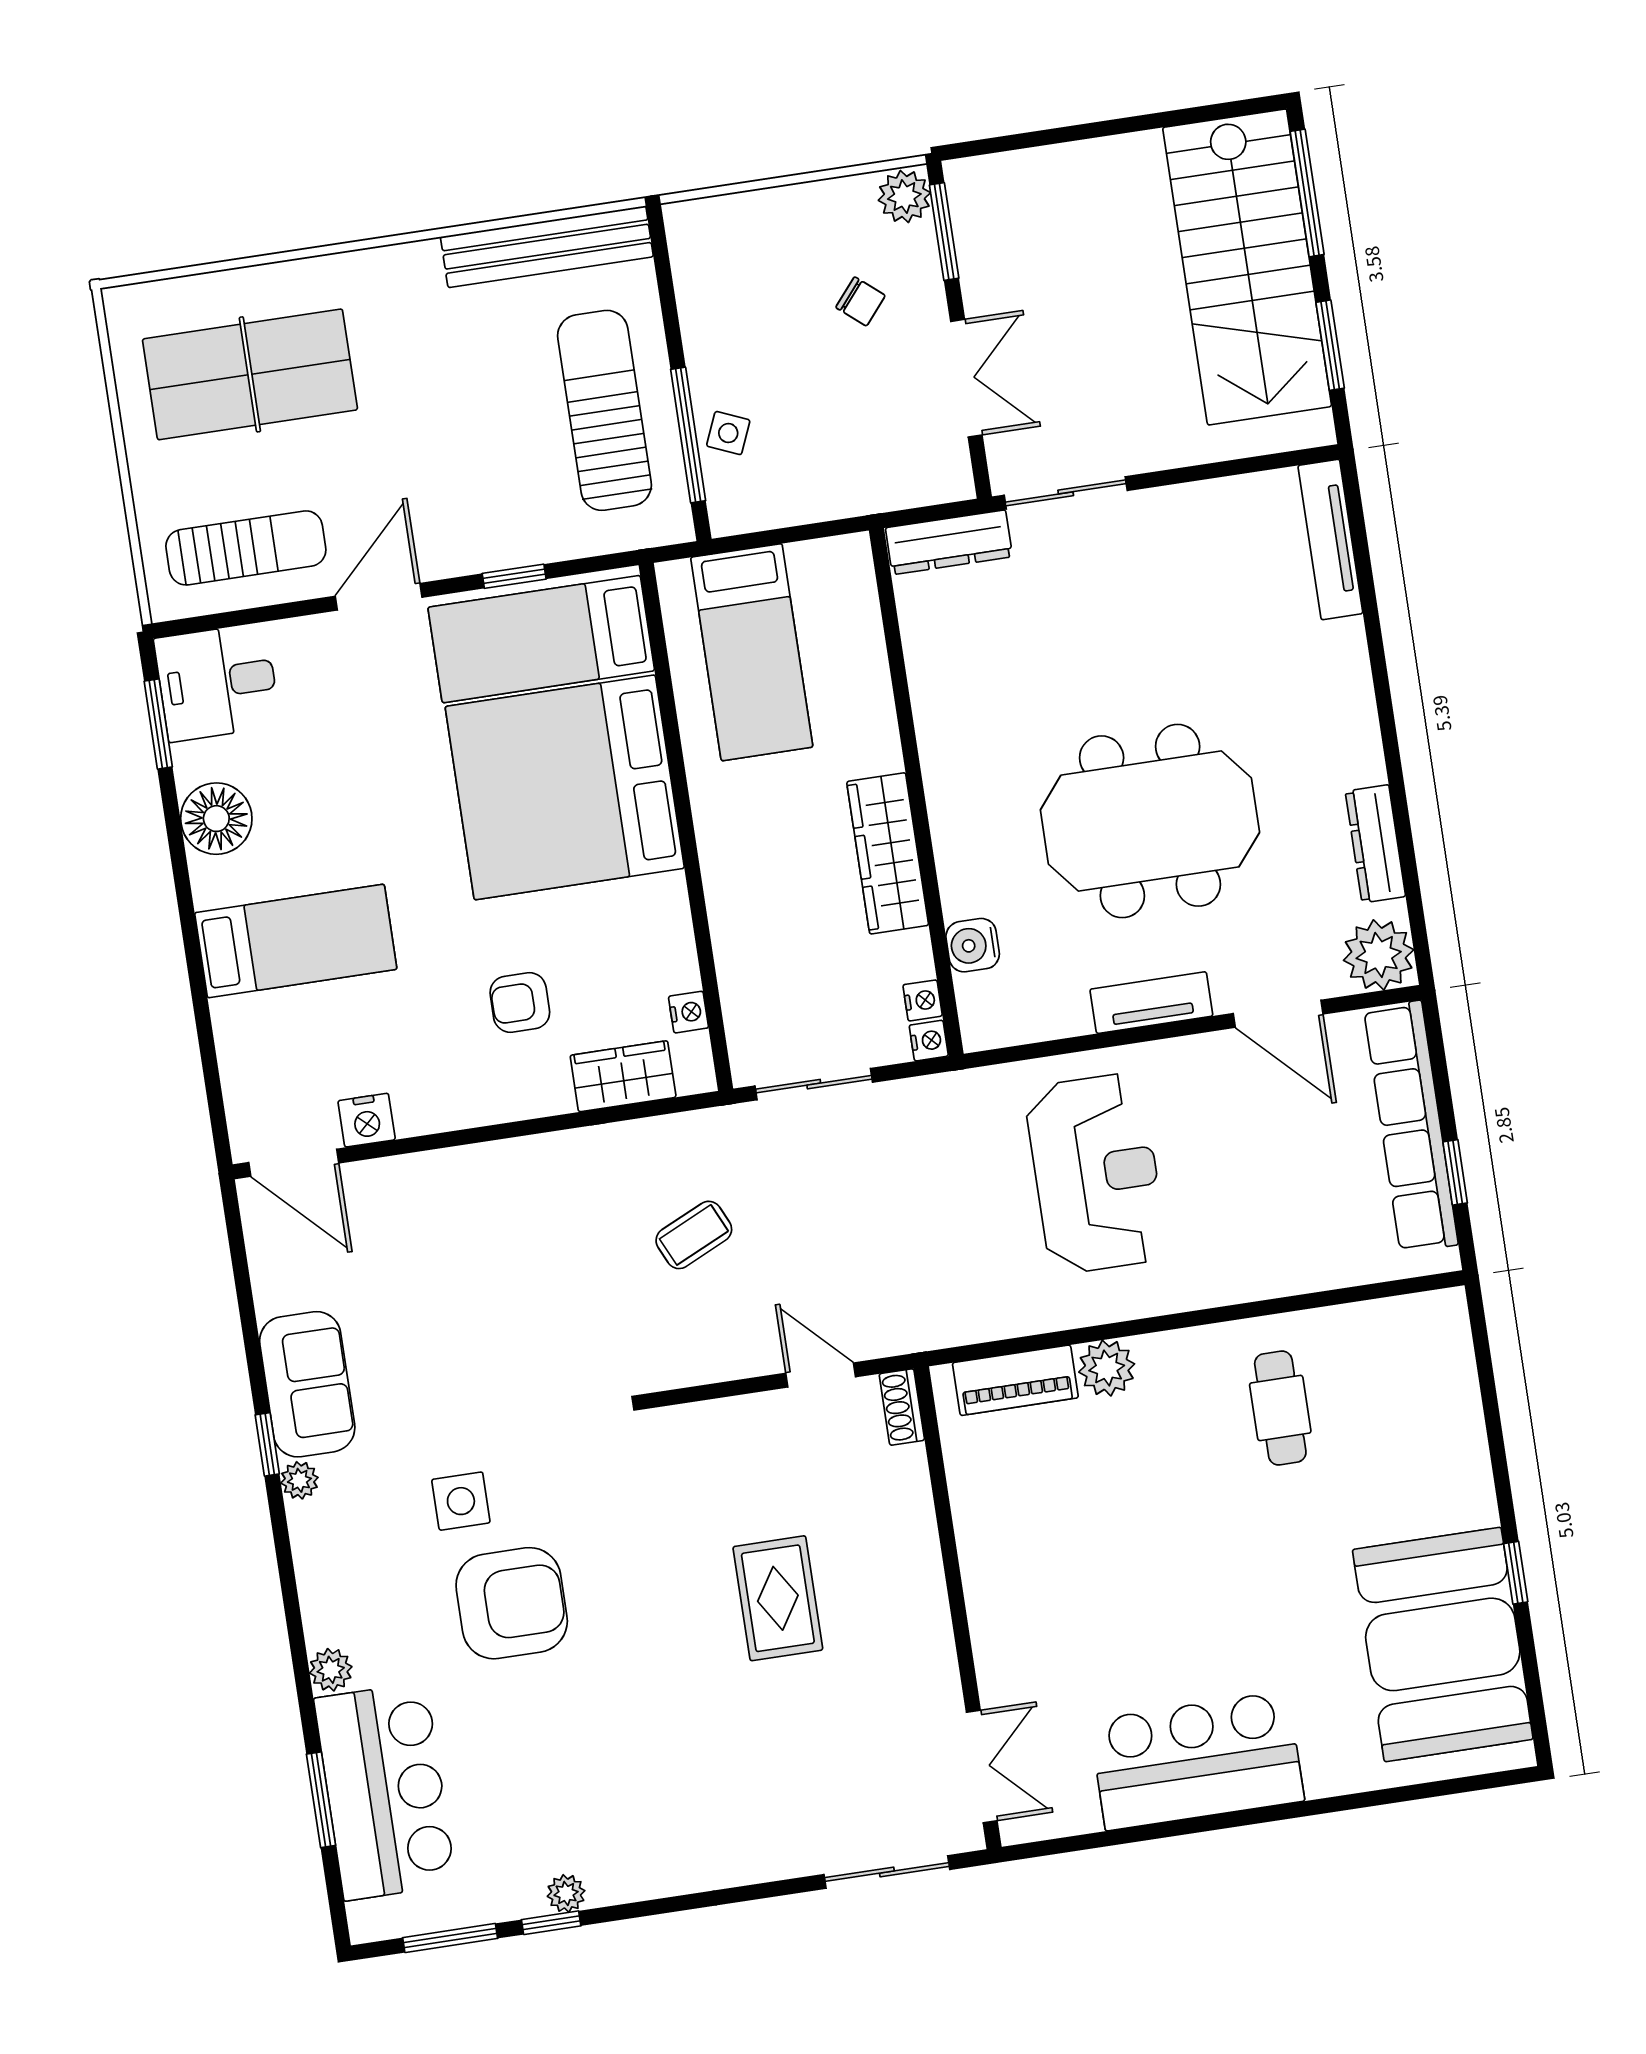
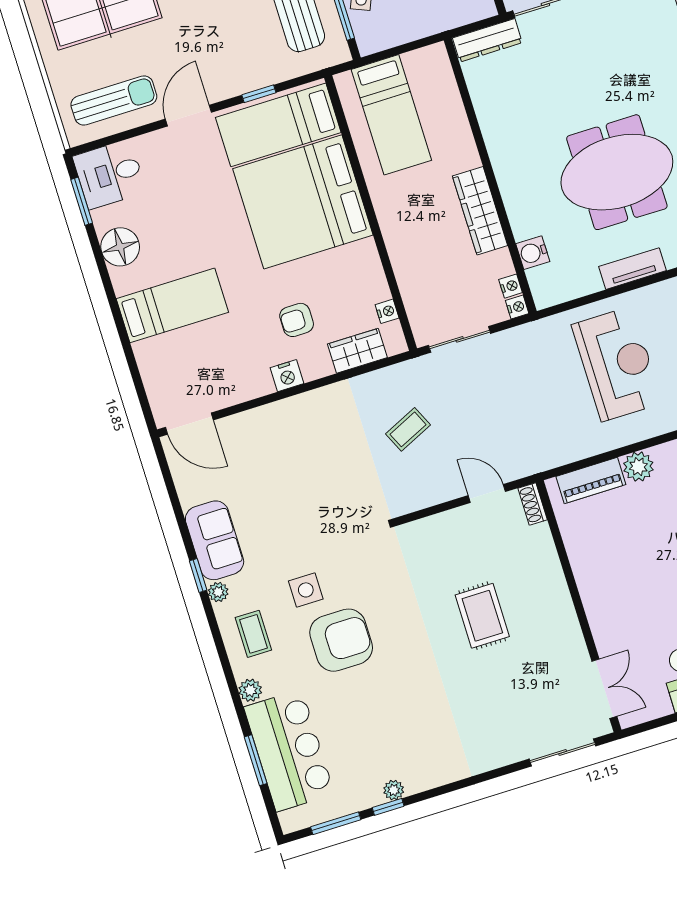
nightstand: (367, 1120) -> (287, 376), moved
coffee table: (352, 1567) -> (253, 634), added

